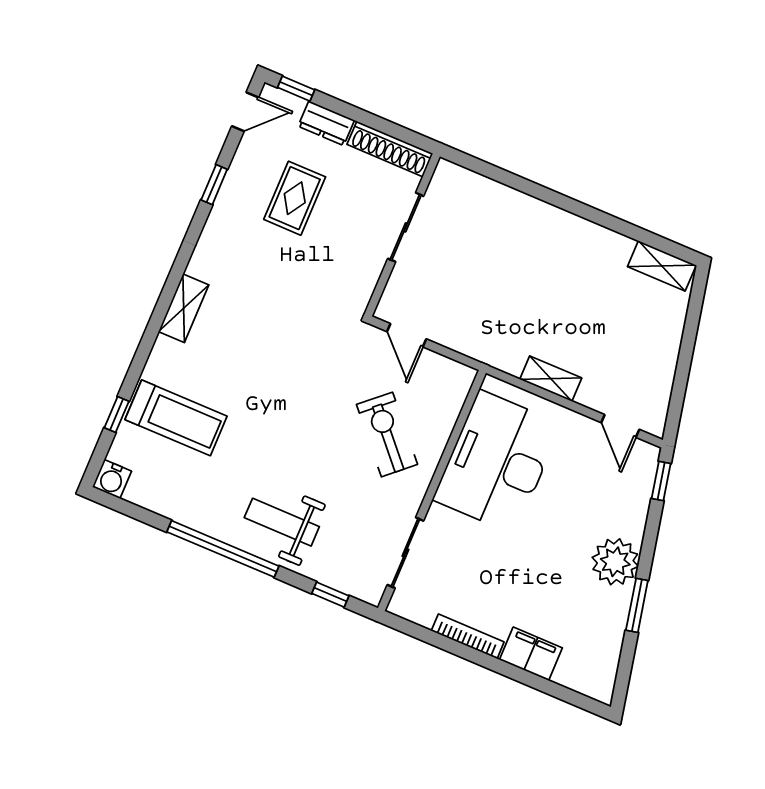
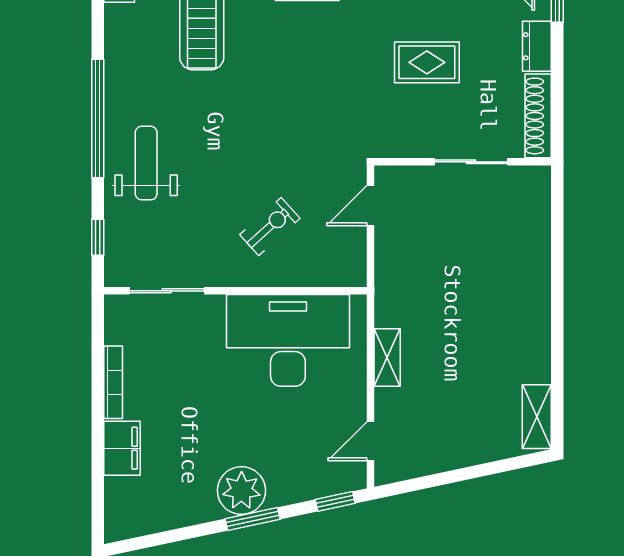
rug: (295, 198) -> (427, 62), moved
exercise bike: (387, 434) -> (270, 227), width x0.73, depth x0.72
window: (637, 605) -> (253, 519), moved

